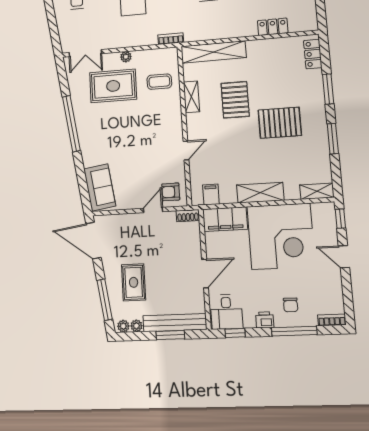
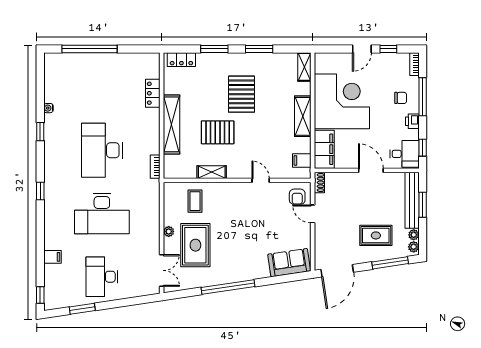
bookcase: (171, 39) -> (155, 167), moved
shelving: (213, 52) -> (171, 124), moved
window: (340, 219) -> (388, 49), moved

